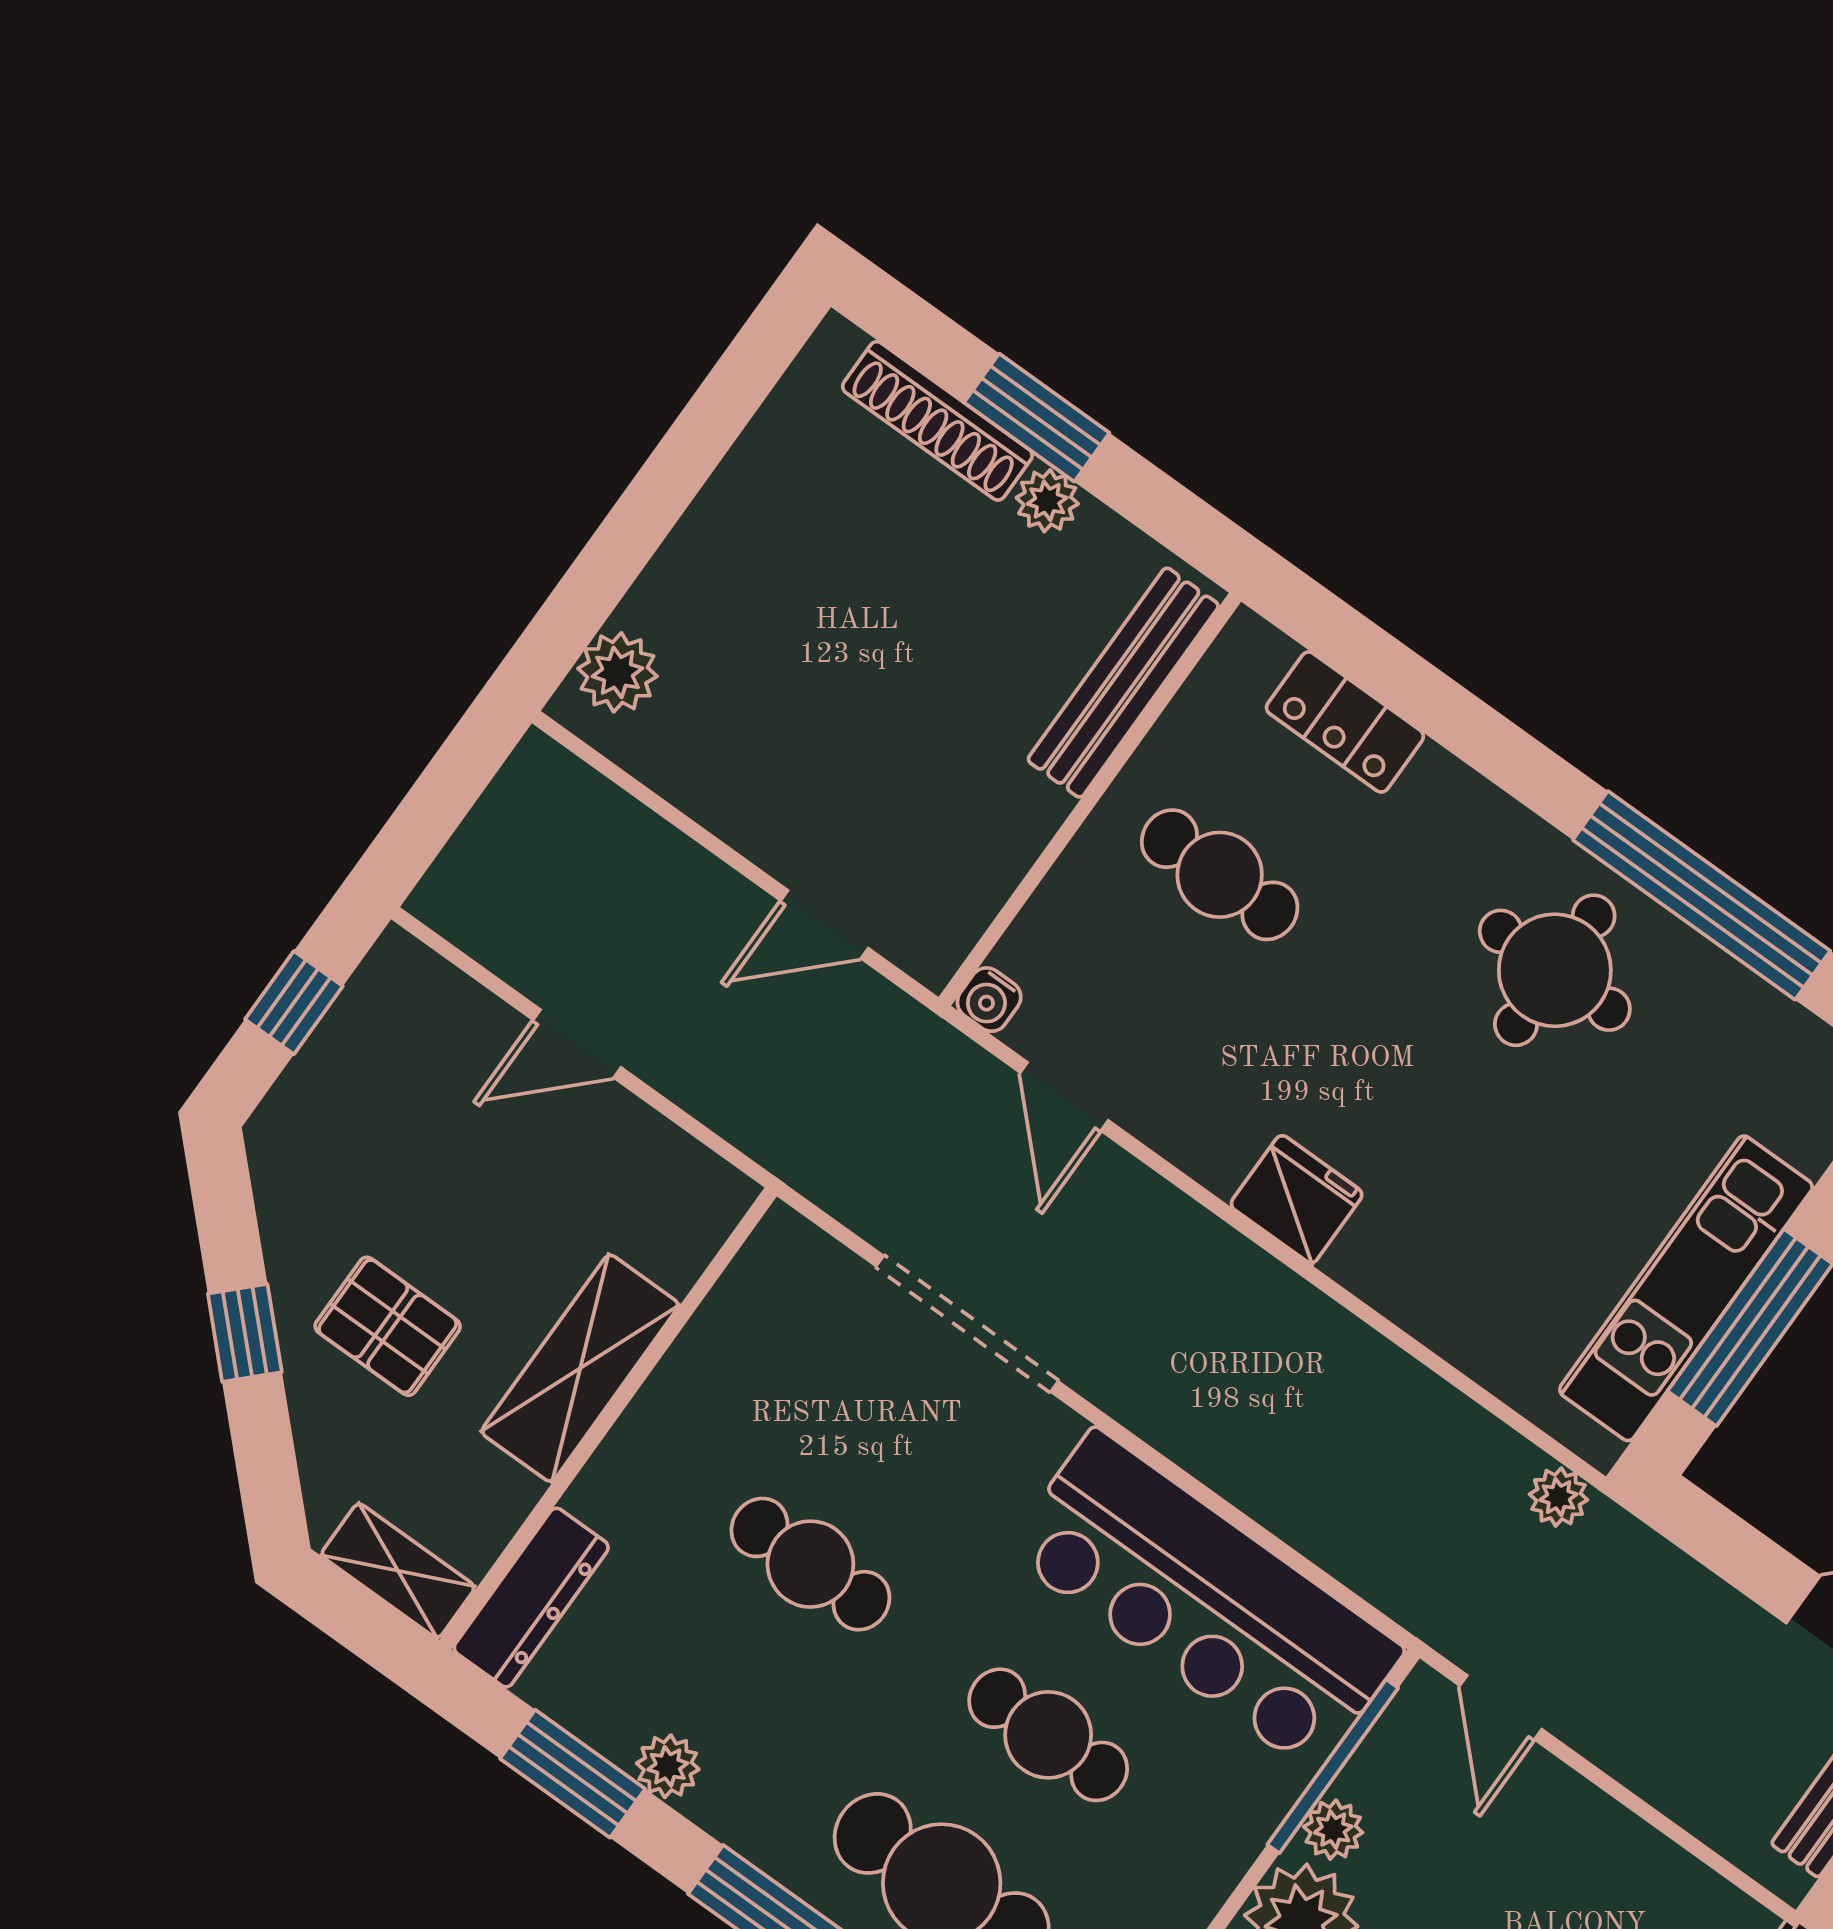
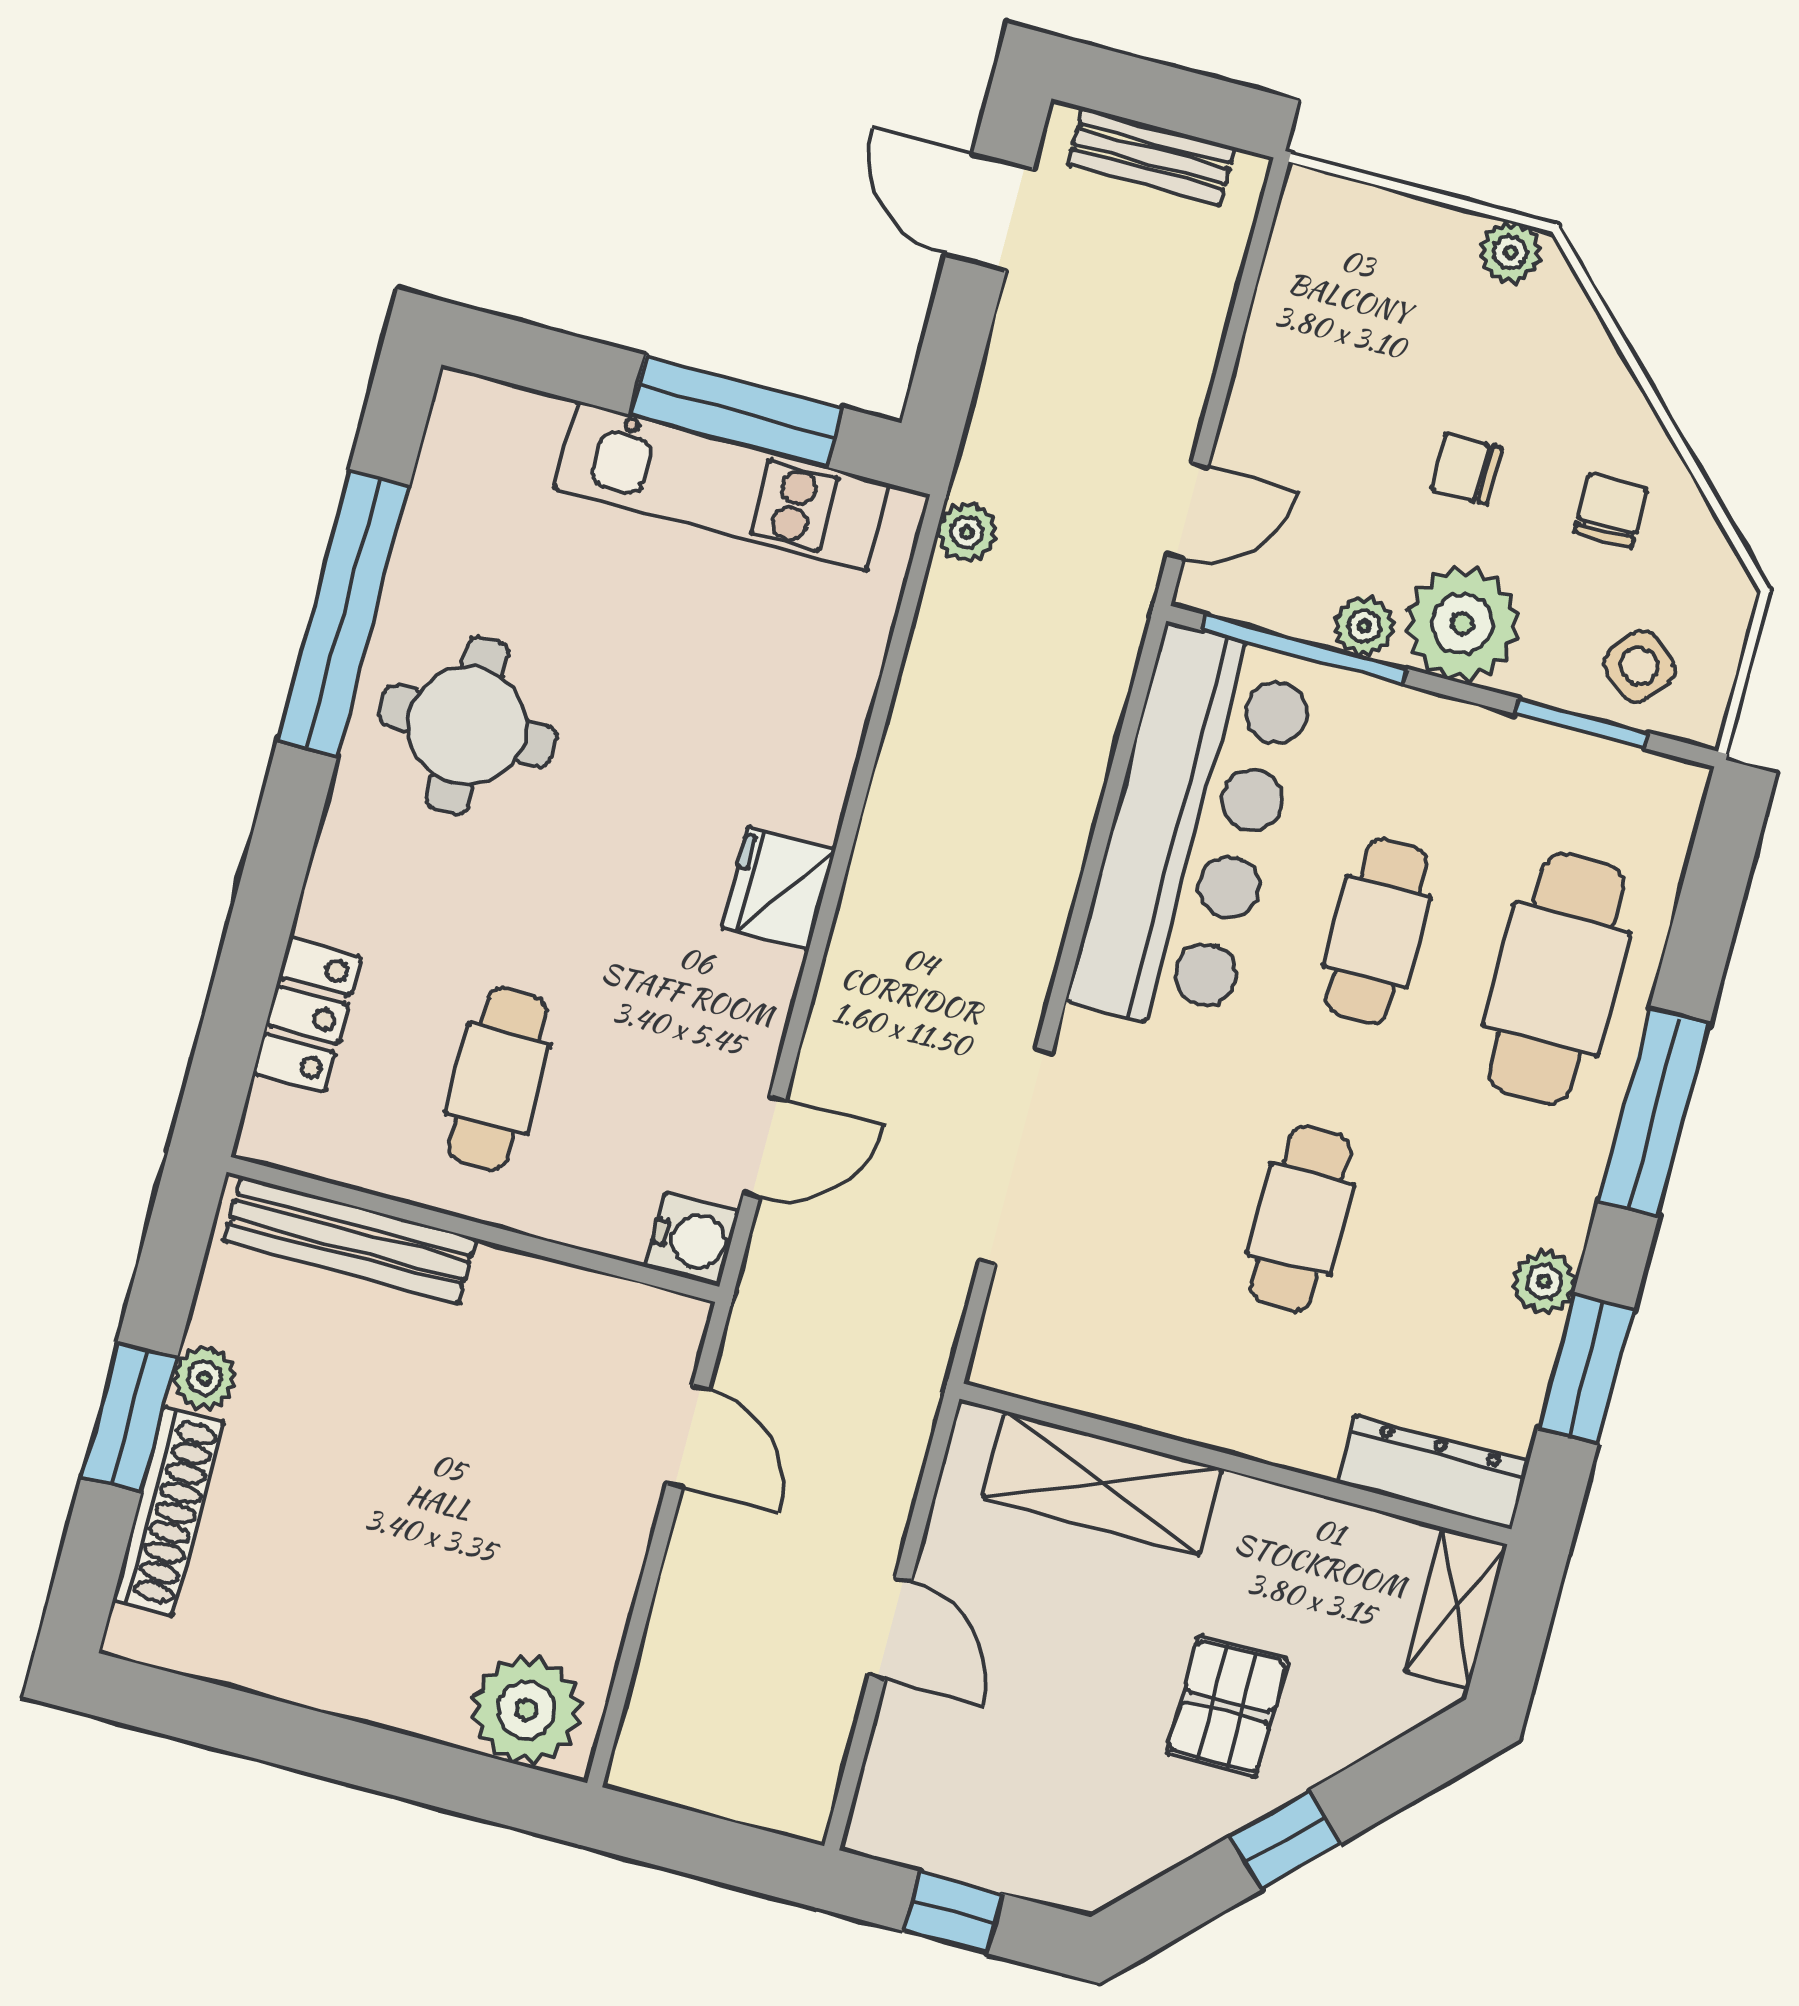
plant: (618, 672) -> (527, 1710), width x1.36, depth x1.36
water cooler: (989, 1000) -> (692, 1240), width x1.38, depth x1.38
shelving: (580, 1368) -> (1103, 1483), moved

